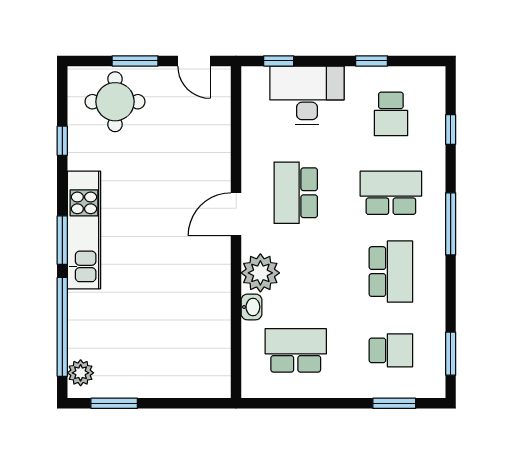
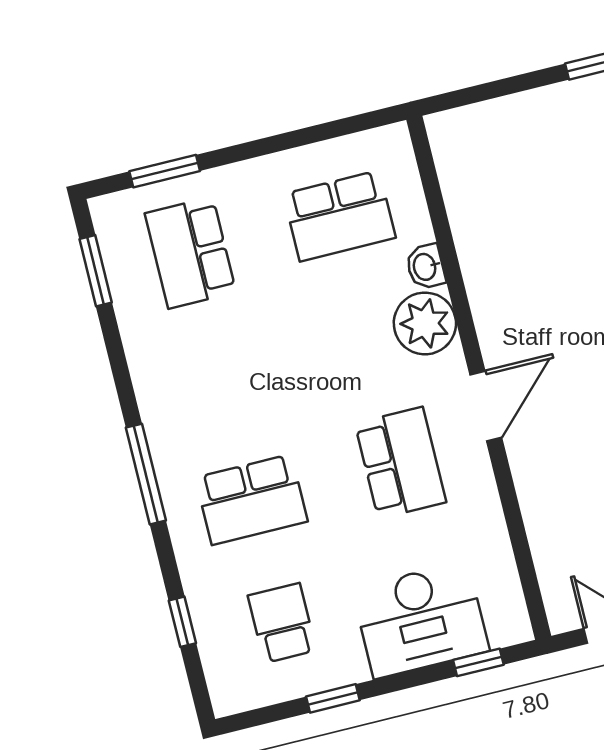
school desk: (391, 272) -> (221, 376), removed
school desk: (391, 350) -> (190, 253), width x1.85

